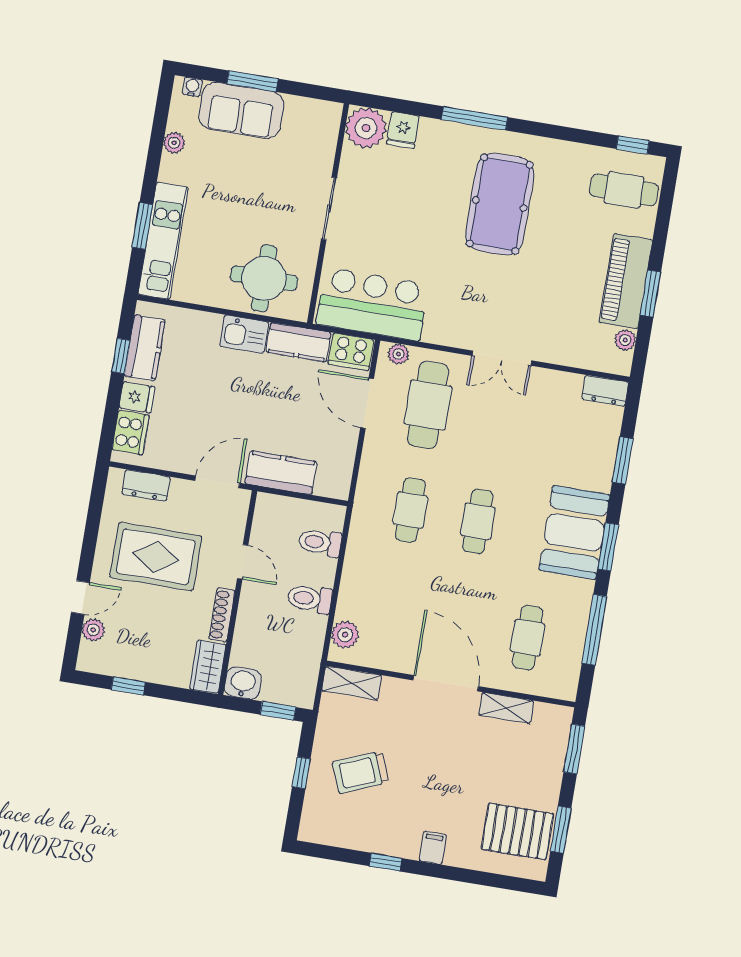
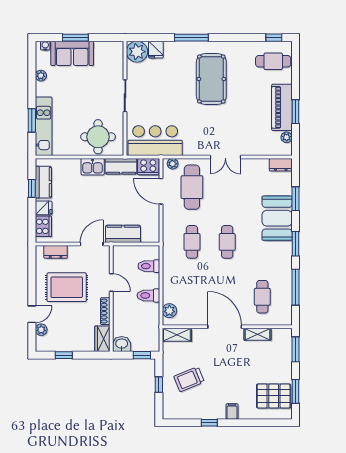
booth: (574, 532) -> (277, 218), moved

